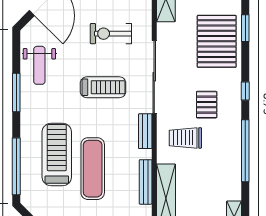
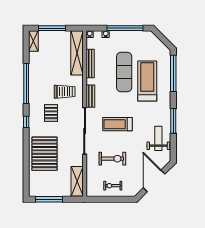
window: (245, 28) -> (26, 162), removed
treadmill: (57, 155) -> (147, 81), turned 180

